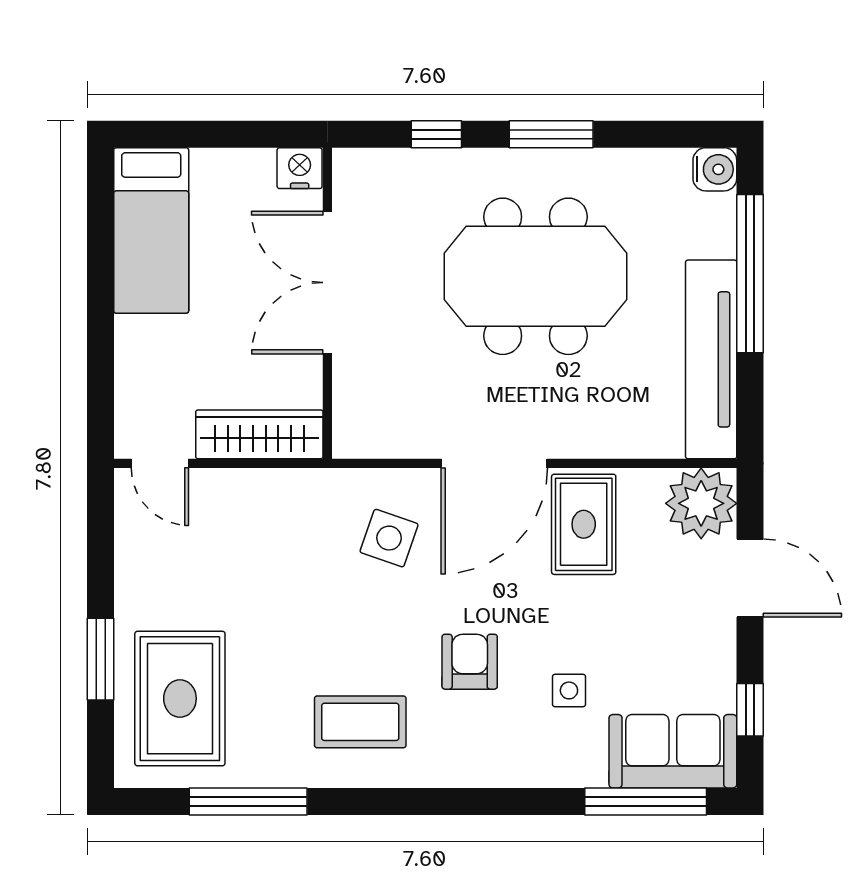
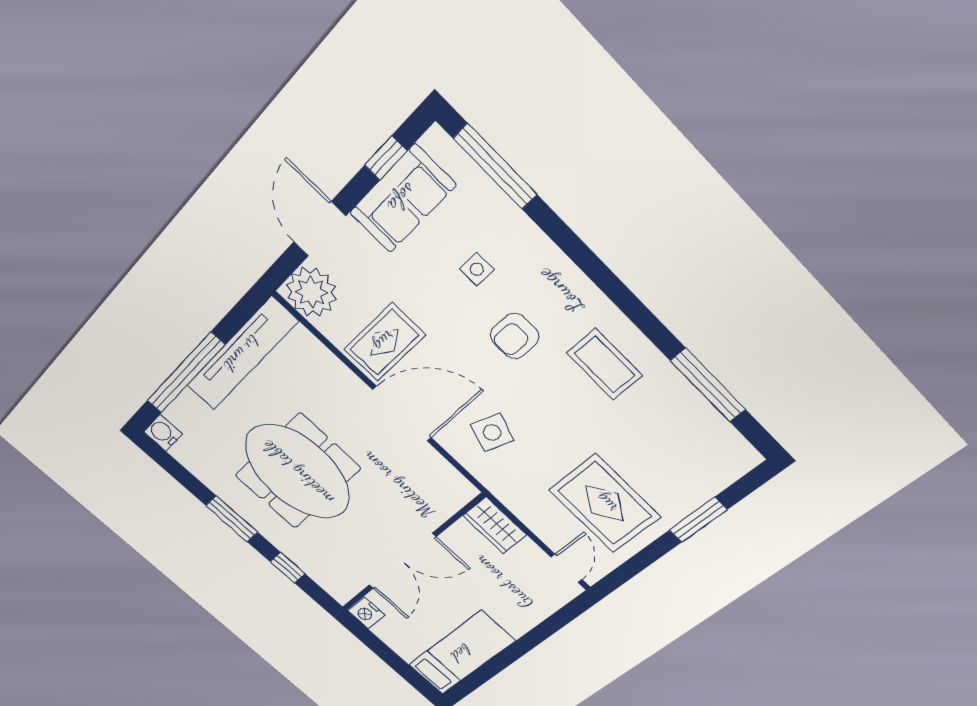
wardrobe: (259, 434) -> (495, 525), width x0.67
rug: (180, 699) -> (605, 503), moved, turned 90
sofa: (673, 751) -> (402, 199), moved, turned -90

